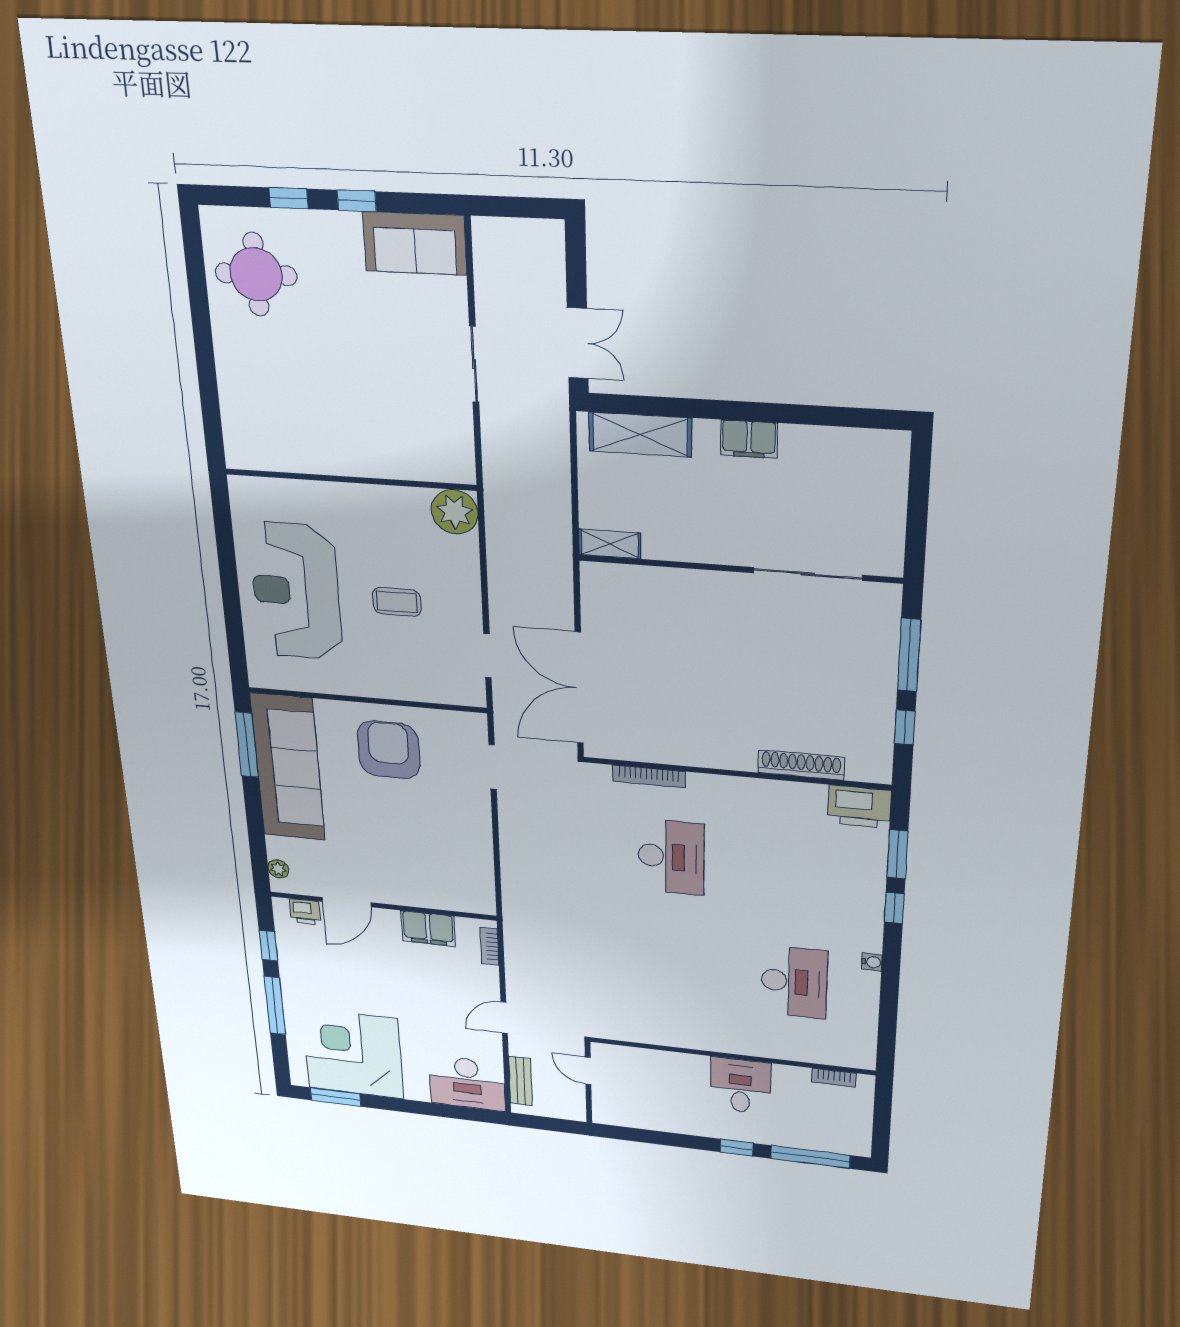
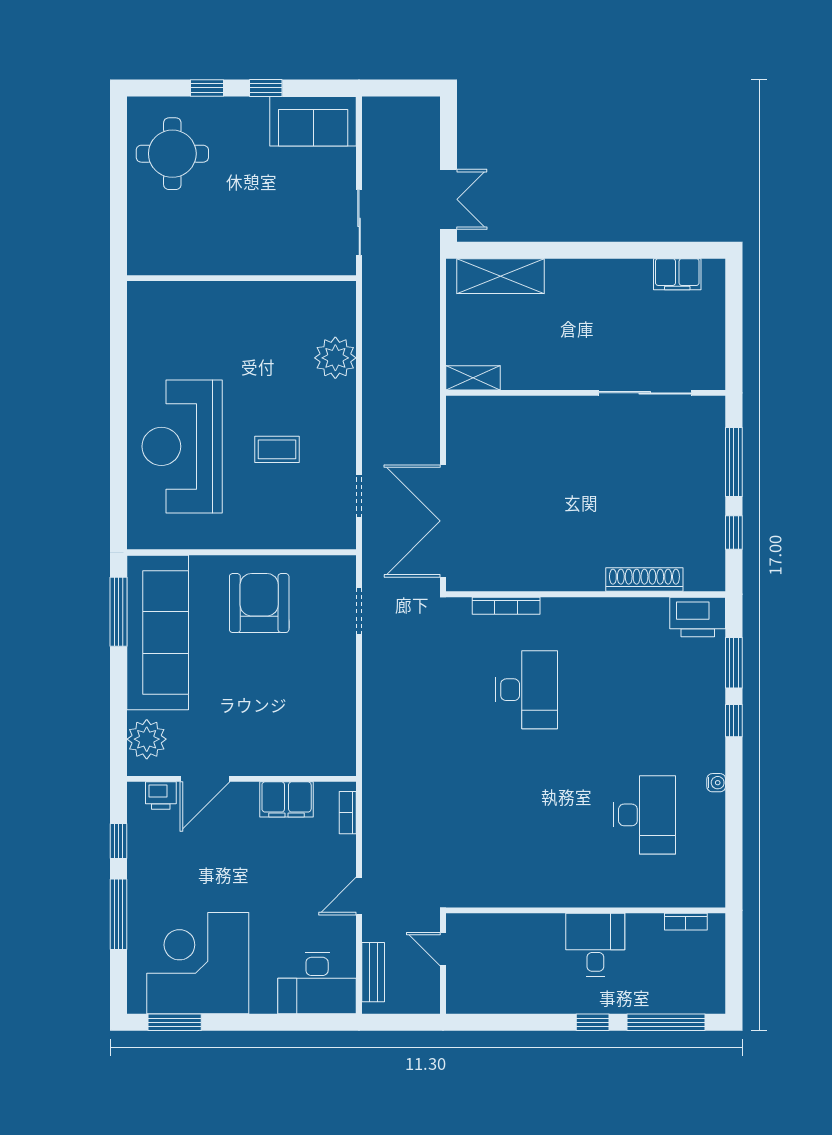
filing cabinet: (749, 439) -> (677, 274), moved
wall: (350, 480) -> (242, 278), moved
plant: (278, 869) -> (147, 739), width x1.88, depth x1.88

